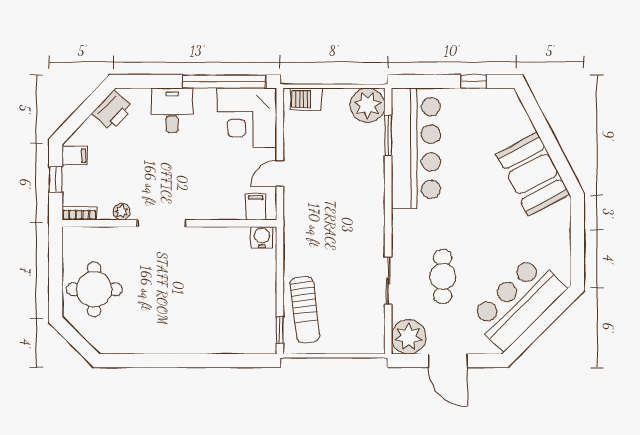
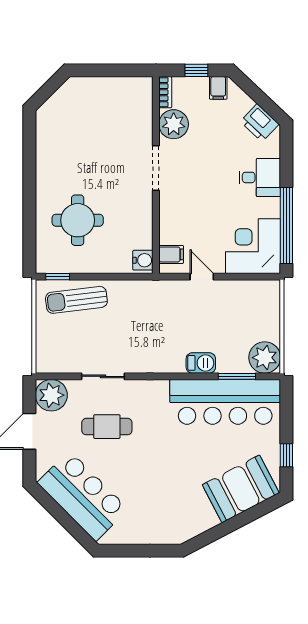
barbecue: (306, 99) -> (201, 363), moved, turned 90
booth: (533, 174) -> (241, 489), moved
plant: (122, 212) -> (174, 124), width x1.88, depth x1.88
round table: (94, 289) -> (78, 220), moved

